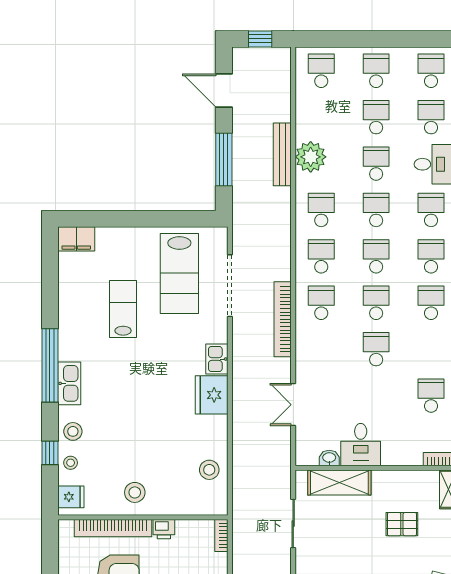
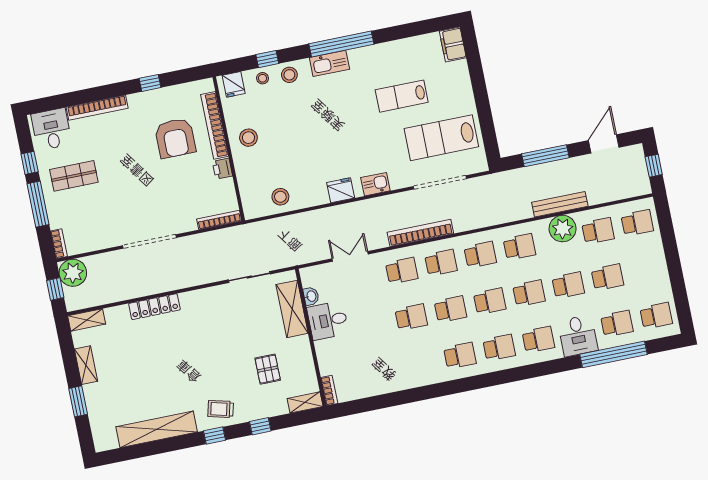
school desk: (376, 71) -> (598, 231), moved
lab bench: (123, 309) -> (402, 96), turned 180
fridge: (212, 395) -> (341, 190), width x0.73, depth x0.75
school desk: (431, 396) -> (402, 271), moved
bookcase: (221, 536) -> (219, 220), width x1.56

